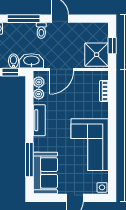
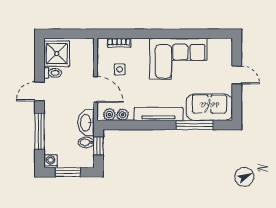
toilet: (41, 31) -> (53, 73), moved
window: (112, 46) -> (69, 34), removed
shower: (97, 55) -> (57, 54), moved
tv unit: (39, 120) -> (158, 114), width x1.41
side table: (102, 187) -> (120, 69), moved

